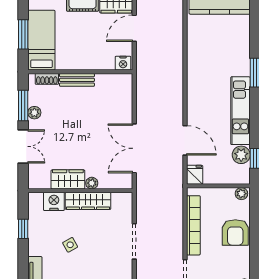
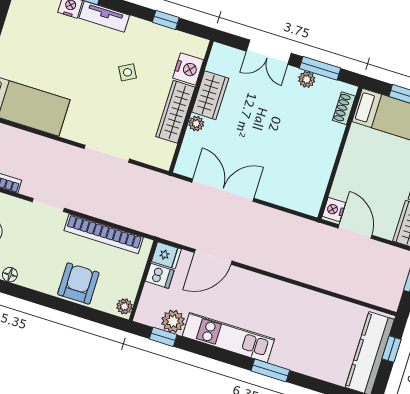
door: (134, 28) -> (355, 232), moved
bench: (77, 80) -> (331, 145), removed
dishwasher: (211, 175) -> (160, 276), added
armchair: (235, 232) -> (78, 283), turned 90

